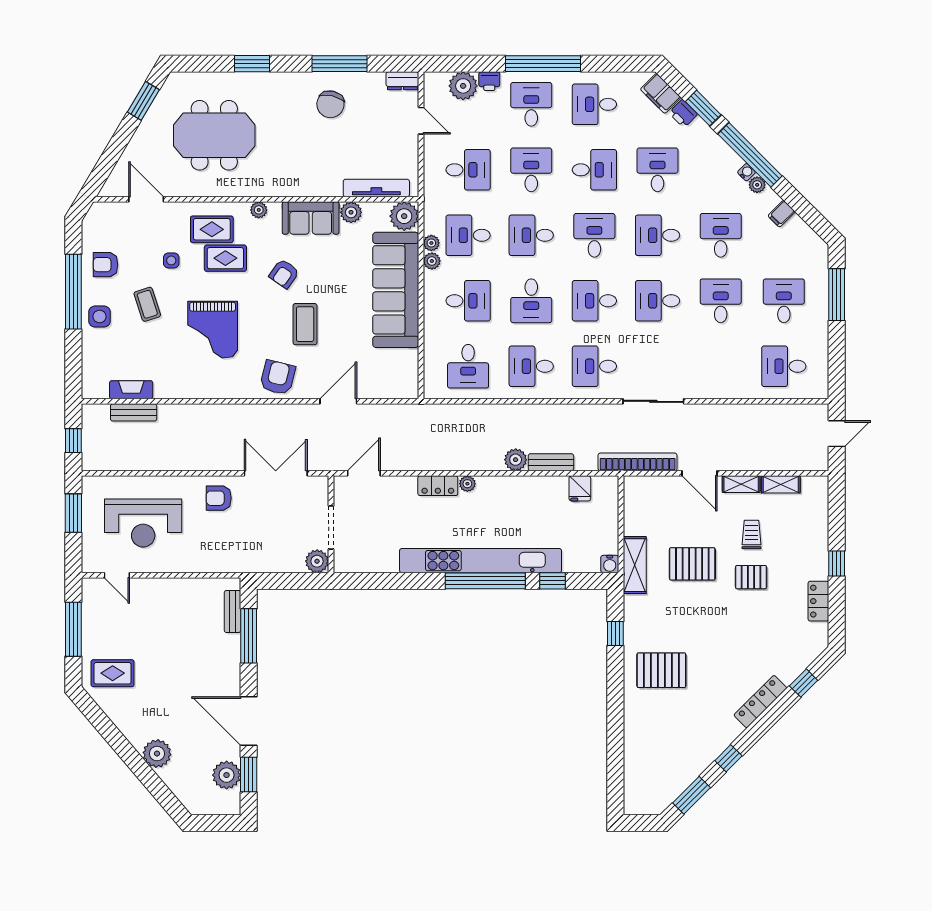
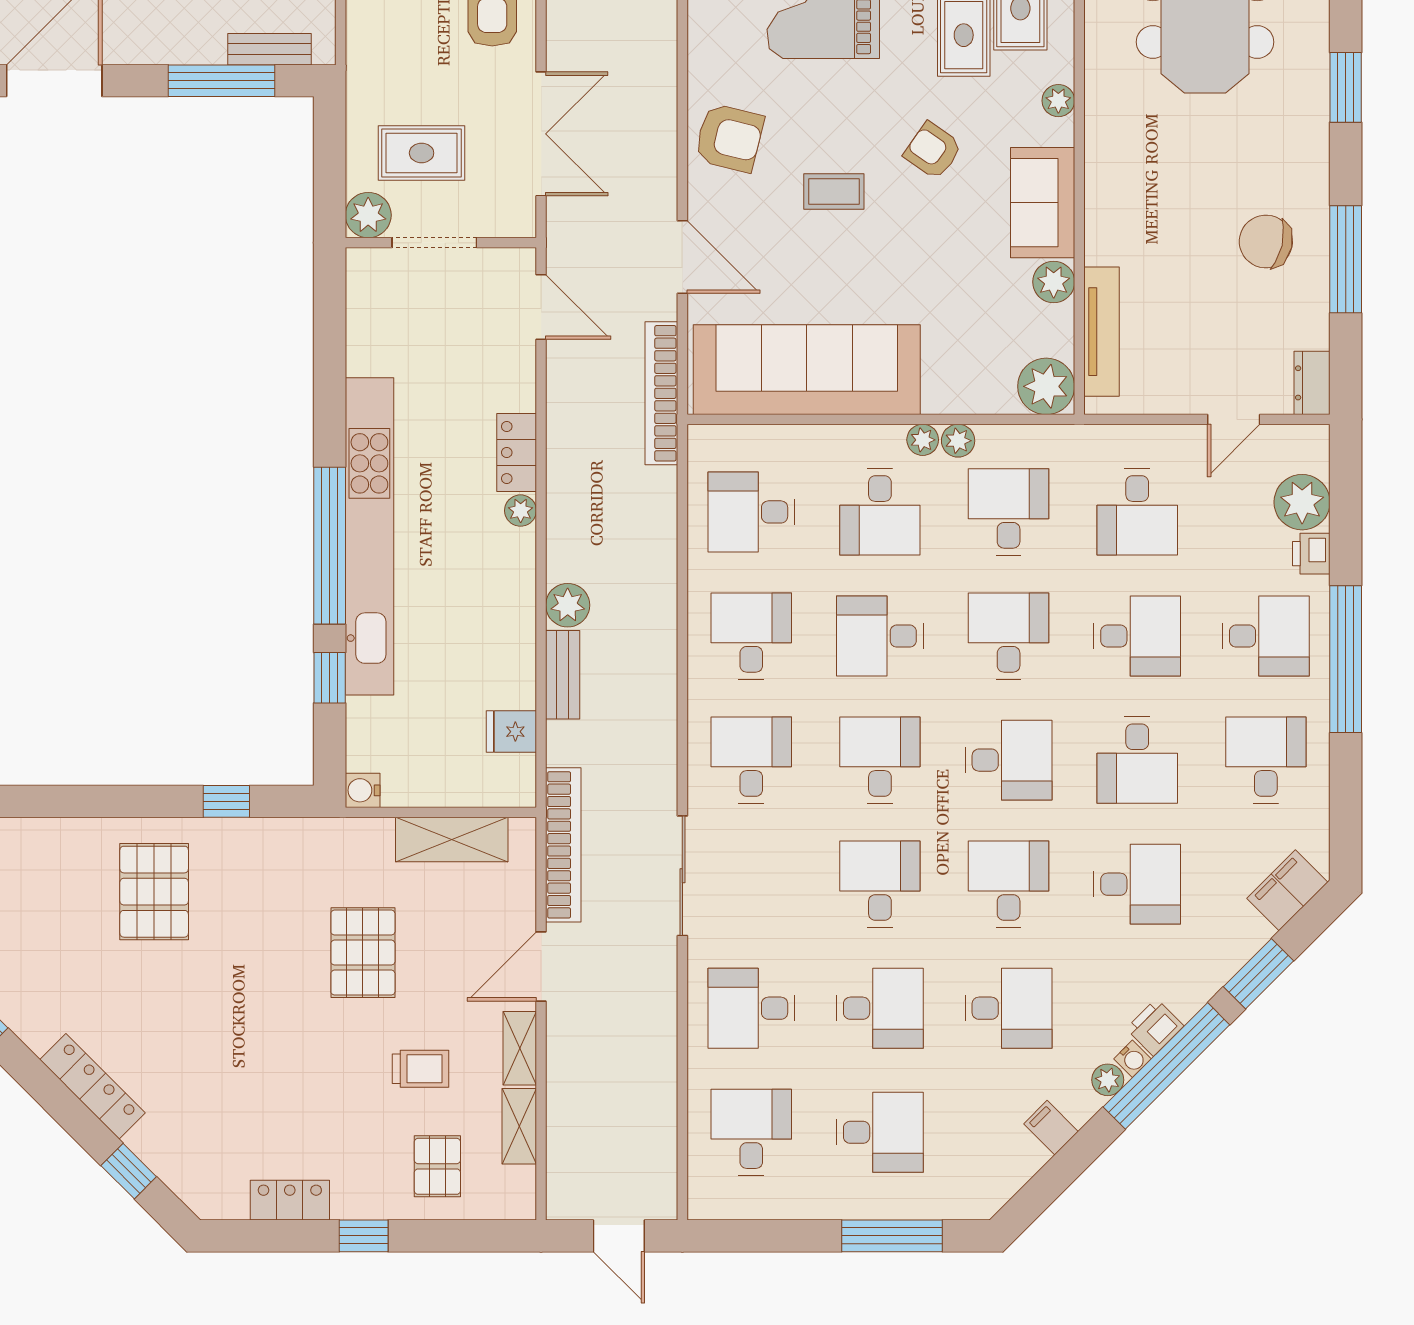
printer: (683, 114) -> (1155, 1027), moved
plant: (431, 243) -> (923, 440), moved
sofa: (396, 290) -> (807, 370), moved
coffee table: (305, 324) -> (834, 192), width x0.73, depth x0.77
desk: (721, 366) -> (751, 1008), added
bookcase: (408, 412) -> (661, 393), added
rug: (285, 534) -> (422, 153), added
shelving: (635, 565) -> (452, 839), moved
pallet: (751, 577) -> (437, 1166), moved

